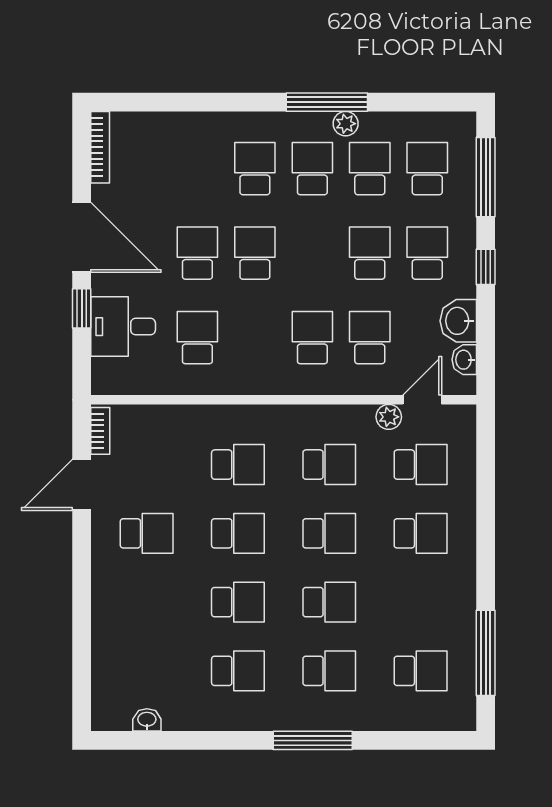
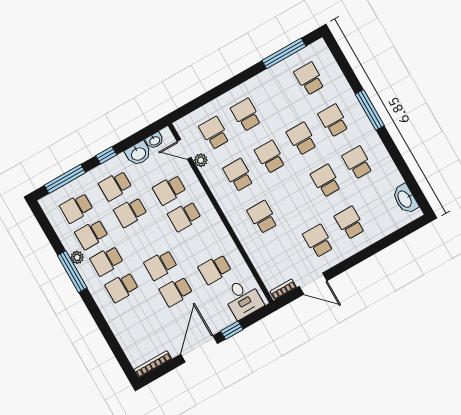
desk: (123, 327) -> (243, 299), moved
school desk: (238, 533) -> (350, 223), moved
washbasin: (147, 720) -> (405, 199), width x1.91, depth x1.45

